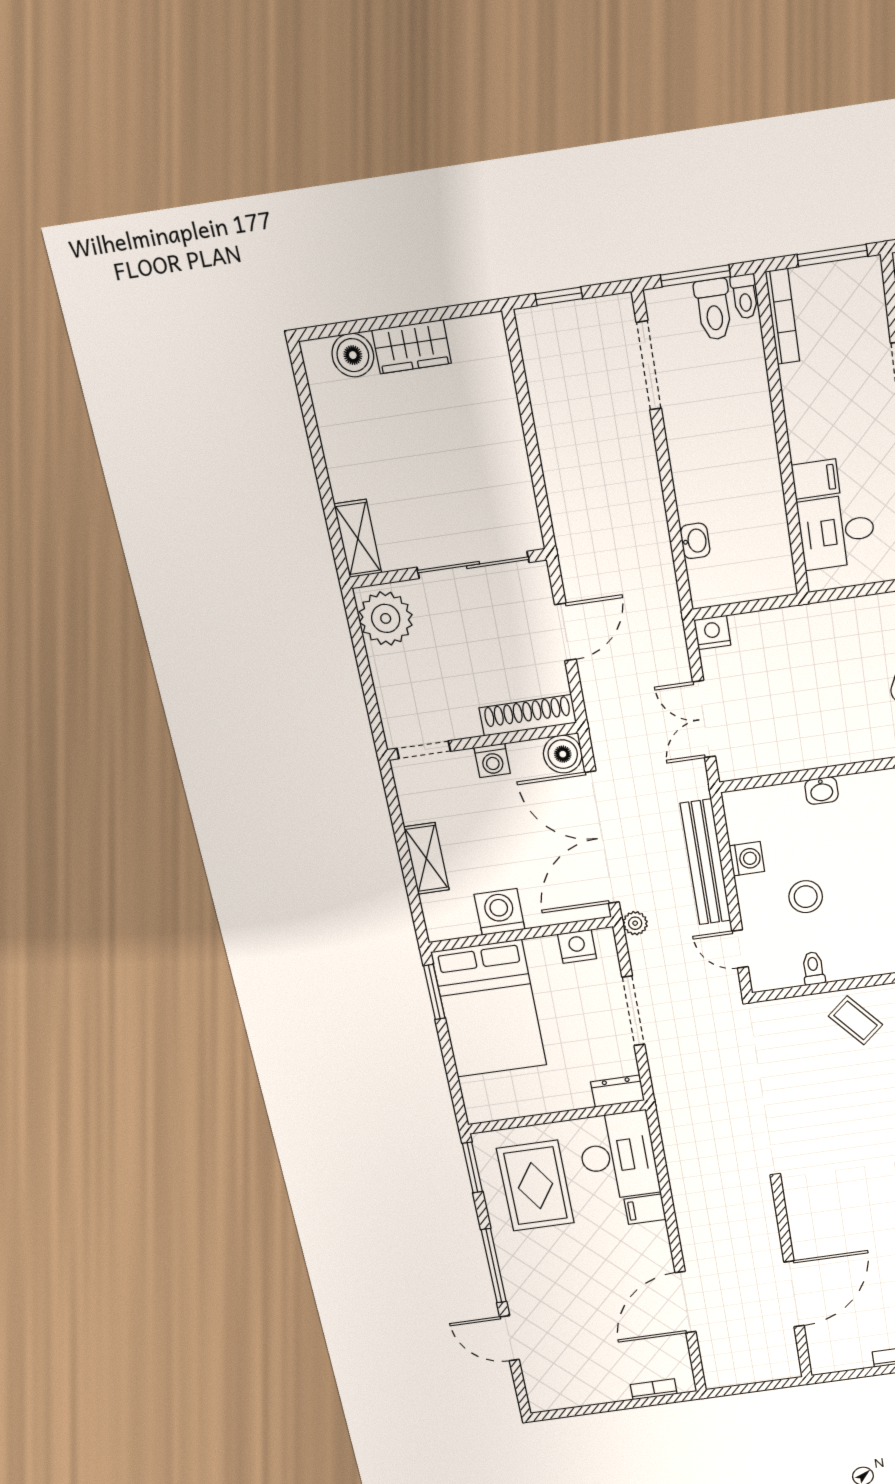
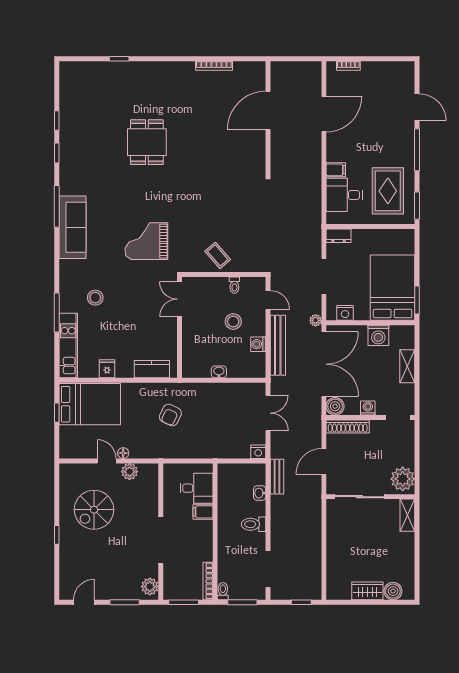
toilet: (714, 309) -> (254, 524), moved, turned -90
bench: (663, 583) -> (277, 477), added
desk: (618, 1156) -> (344, 195), width x0.73

